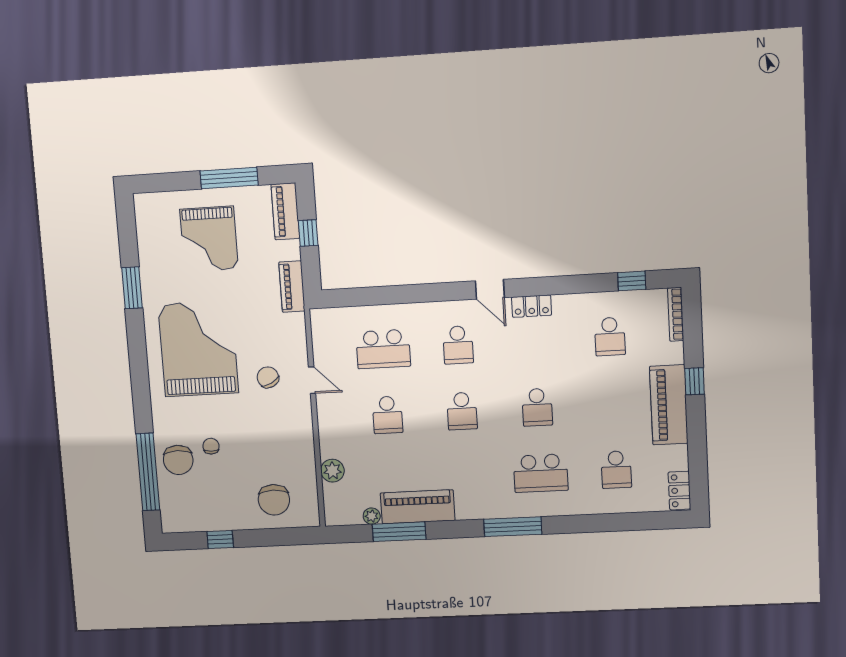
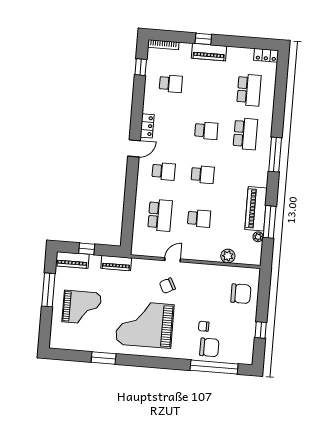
piano: (669, 405) -> (209, 52), width x0.73, depth x0.75
school desk: (616, 470) -> (249, 90), width x1.85

